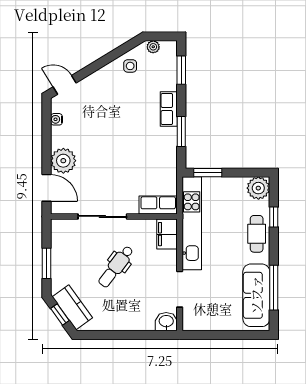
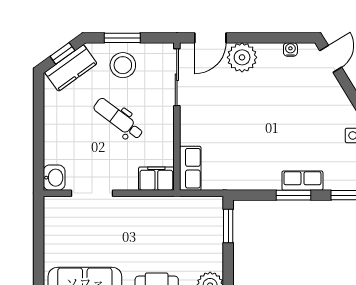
window: (181, 132) -> (293, 195), moved
sliding door: (102, 216) -> (177, 77), moved
kitchen unit: (192, 223) -> (169, 207), removed
stool: (70, 263) -> (123, 65), added

